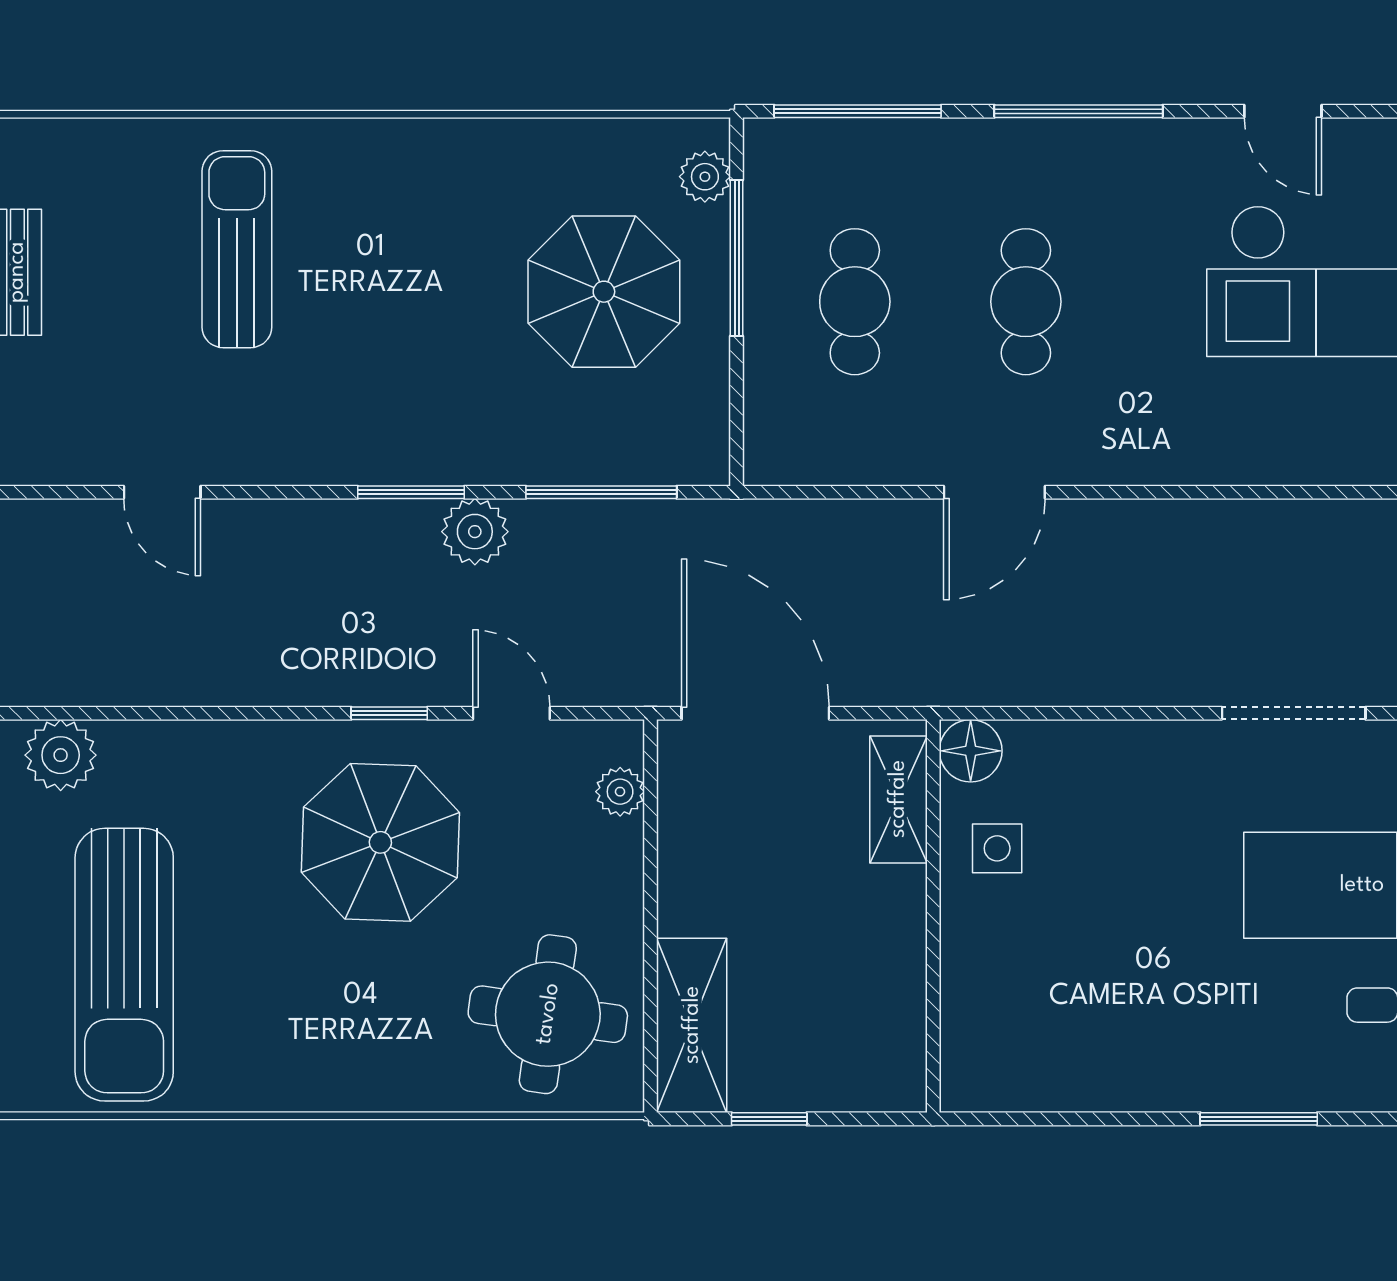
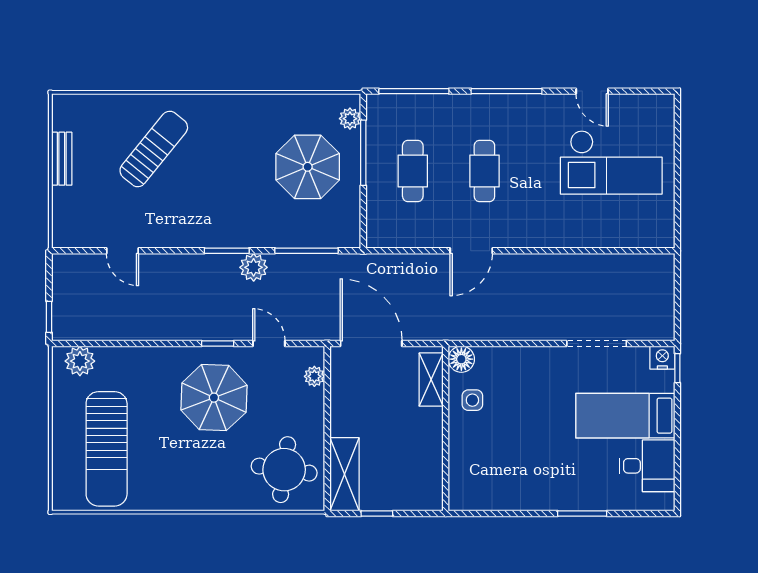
sun lounger: (237, 249) -> (154, 149), turned 39

